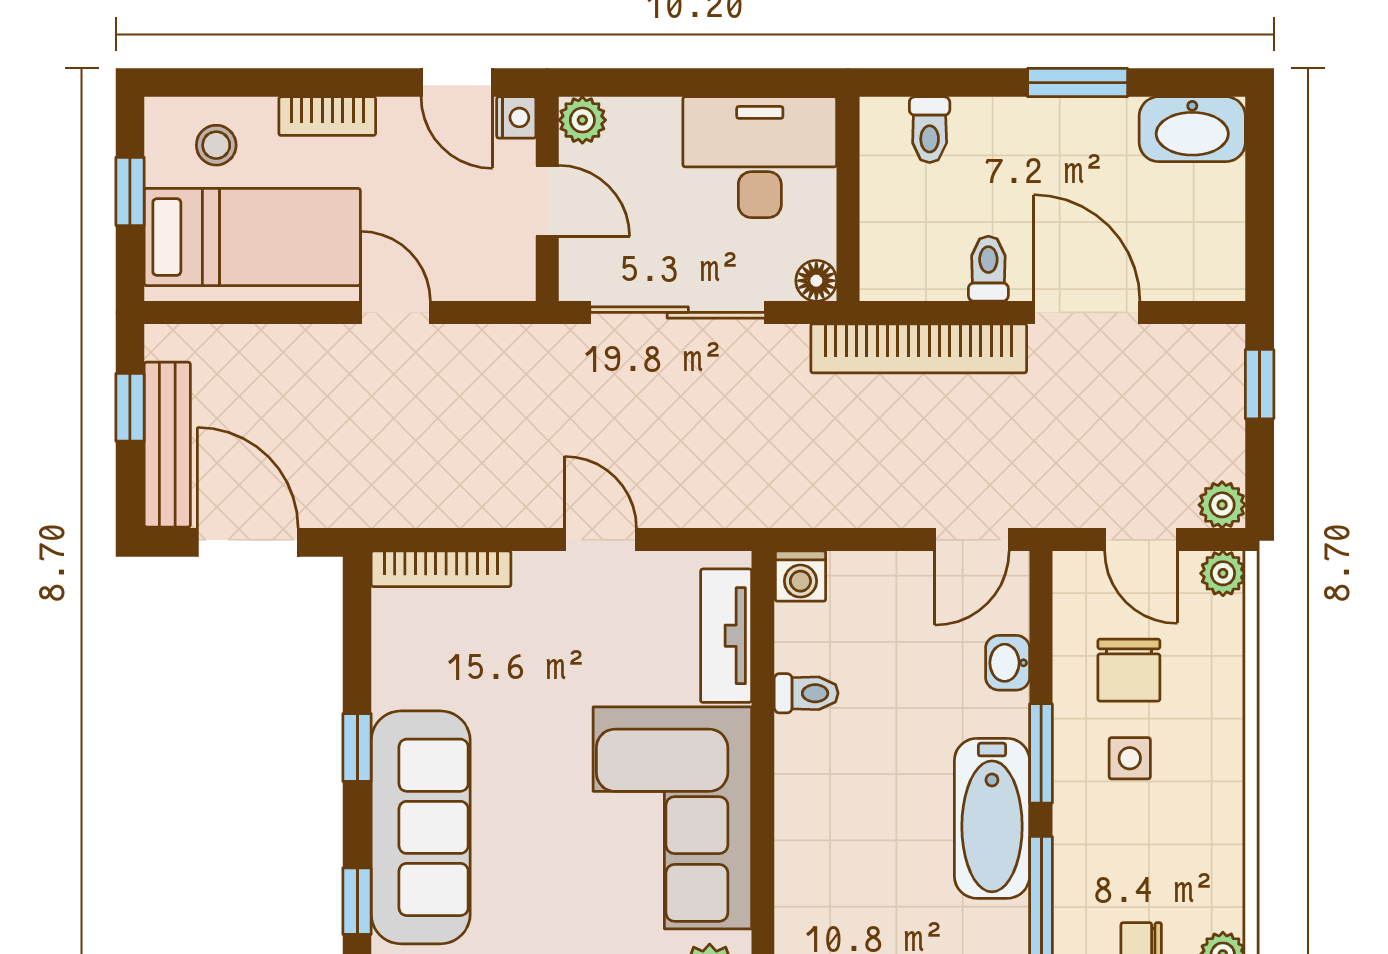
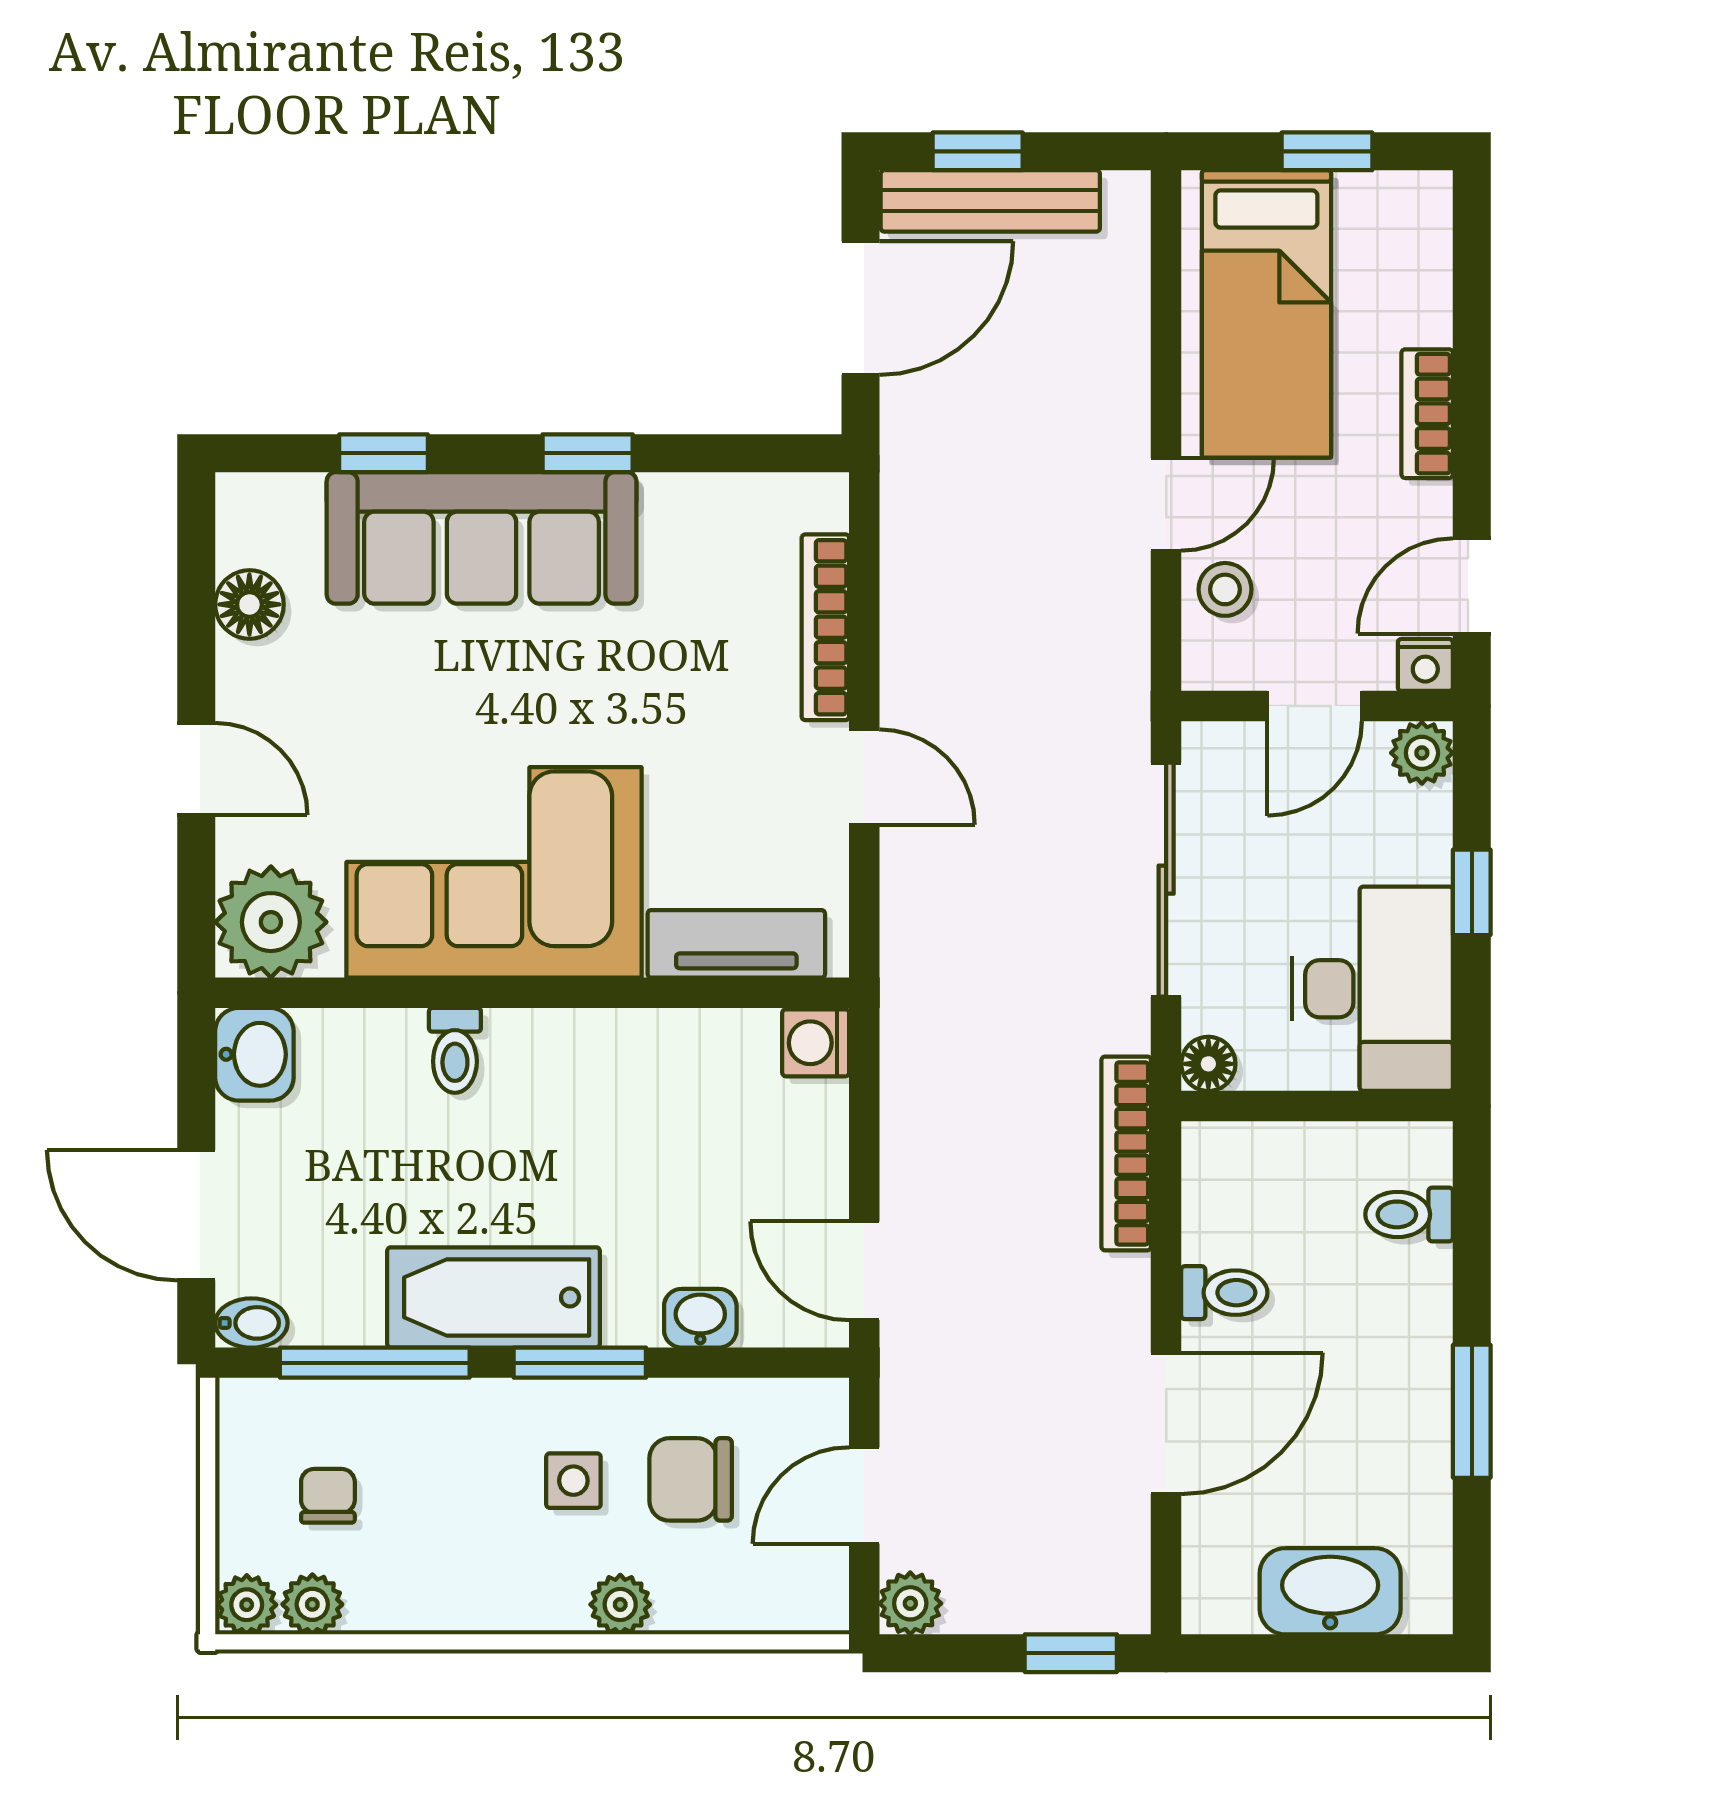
window: (687, 83) -> (1472, 892), added
washbasin: (1192, 129) -> (1330, 1591), moved, turned 90
stool: (216, 145) -> (1225, 589), moved
bookcase: (919, 348) -> (1126, 1153), width x0.68, depth x0.76
window: (130, 407) -> (978, 151), moved
door: (601, 540) -> (864, 777), hinge flipped
bookcase: (441, 569) -> (825, 627), moved
plant: (1223, 573) -> (620, 1604), moved
toilet: (806, 693) -> (455, 1050), moved

